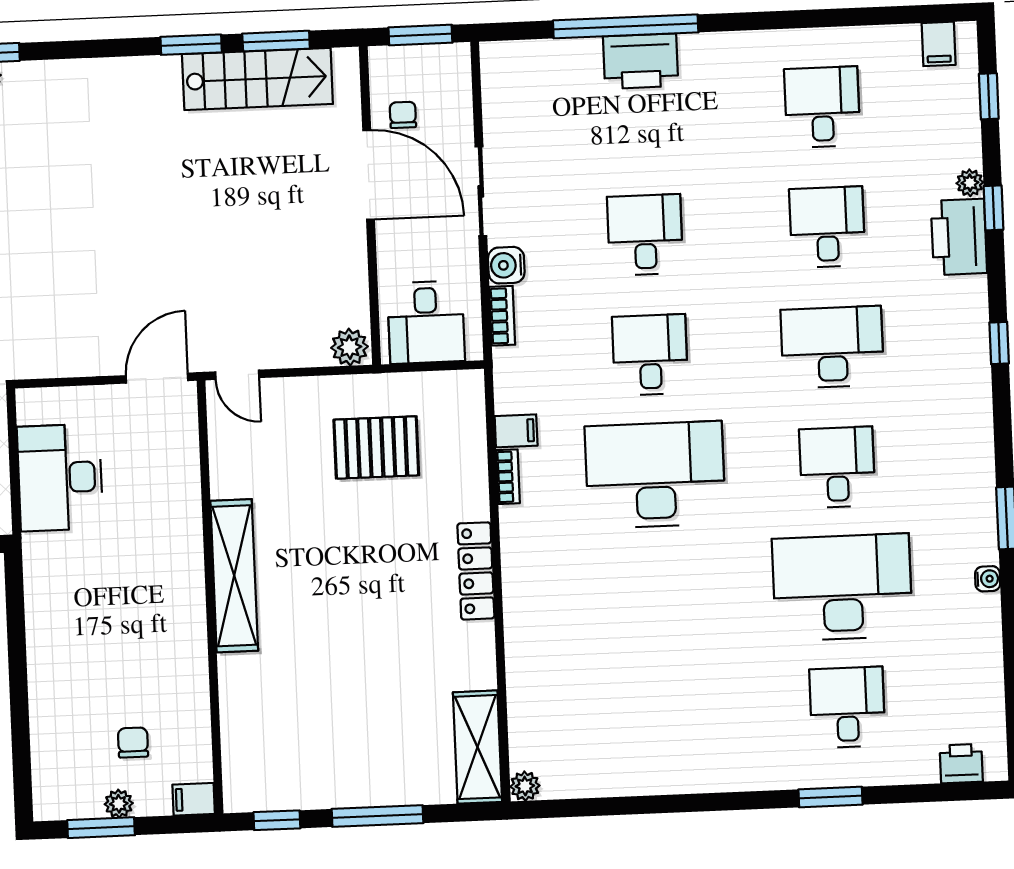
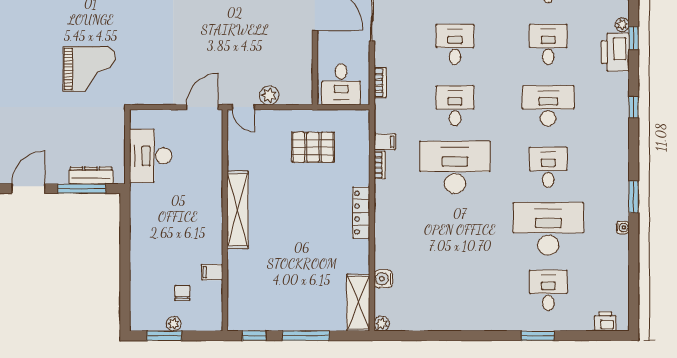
water cooler: (506, 265) -> (383, 279), moved
plant: (350, 347) -> (269, 95), moved
filing cabinet: (194, 799) -> (212, 272), moved

